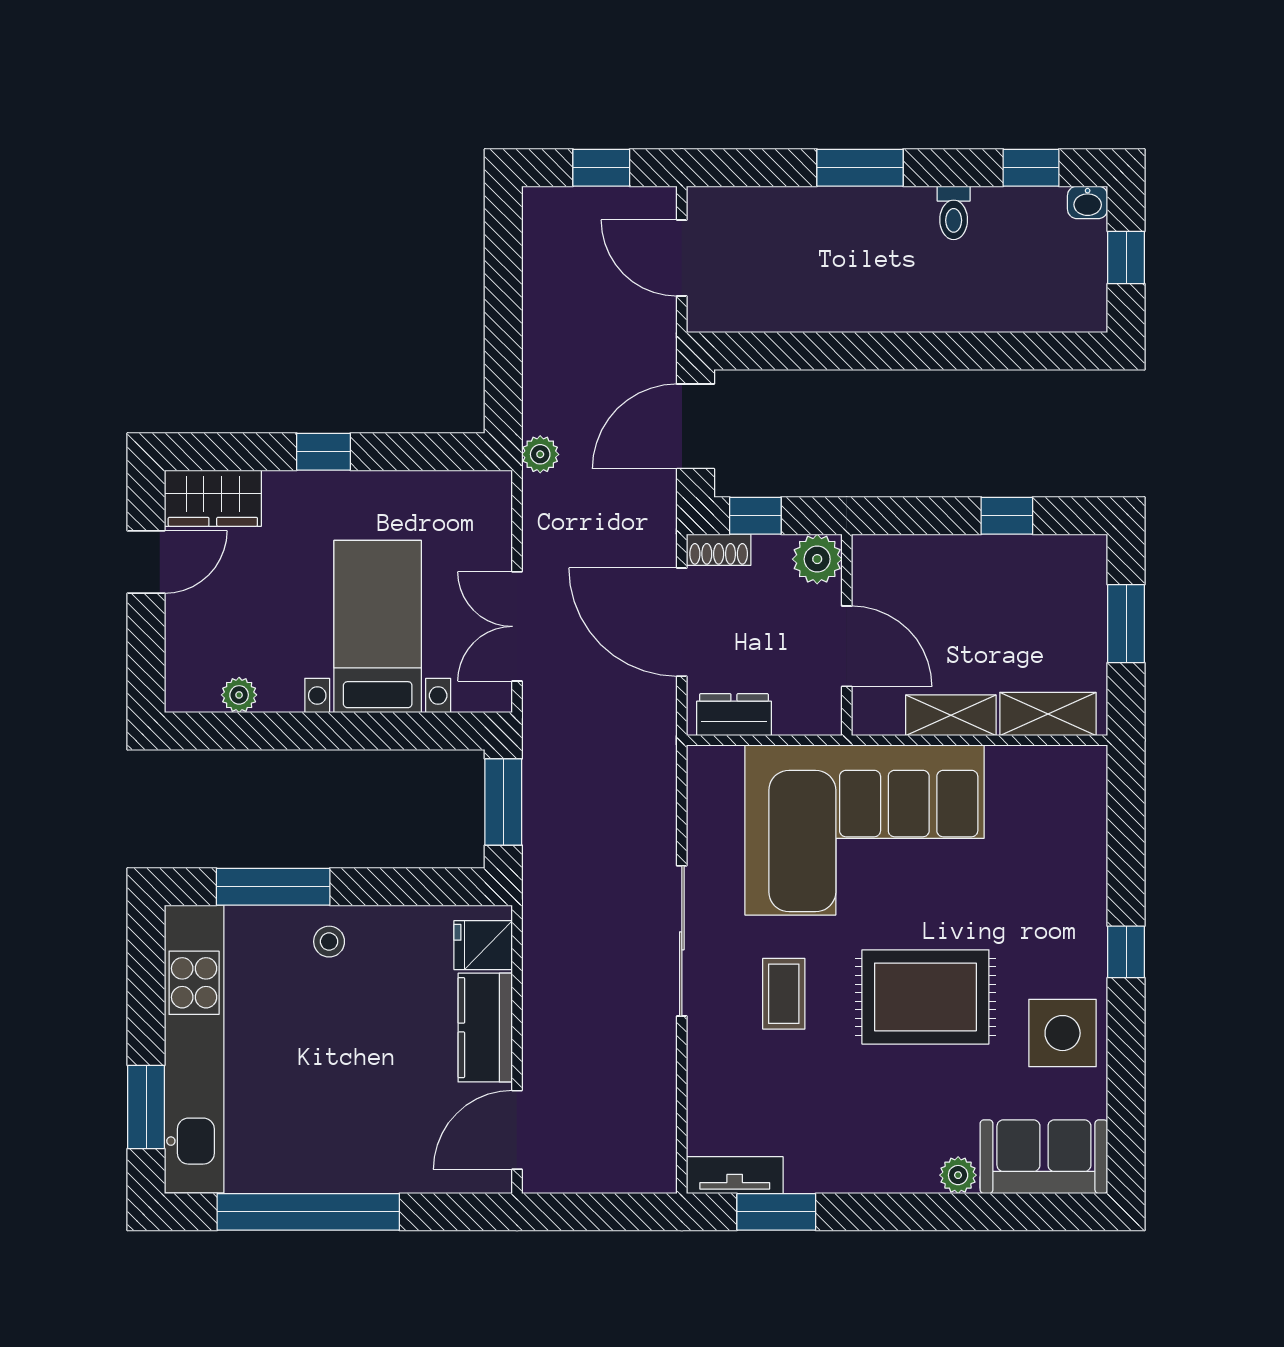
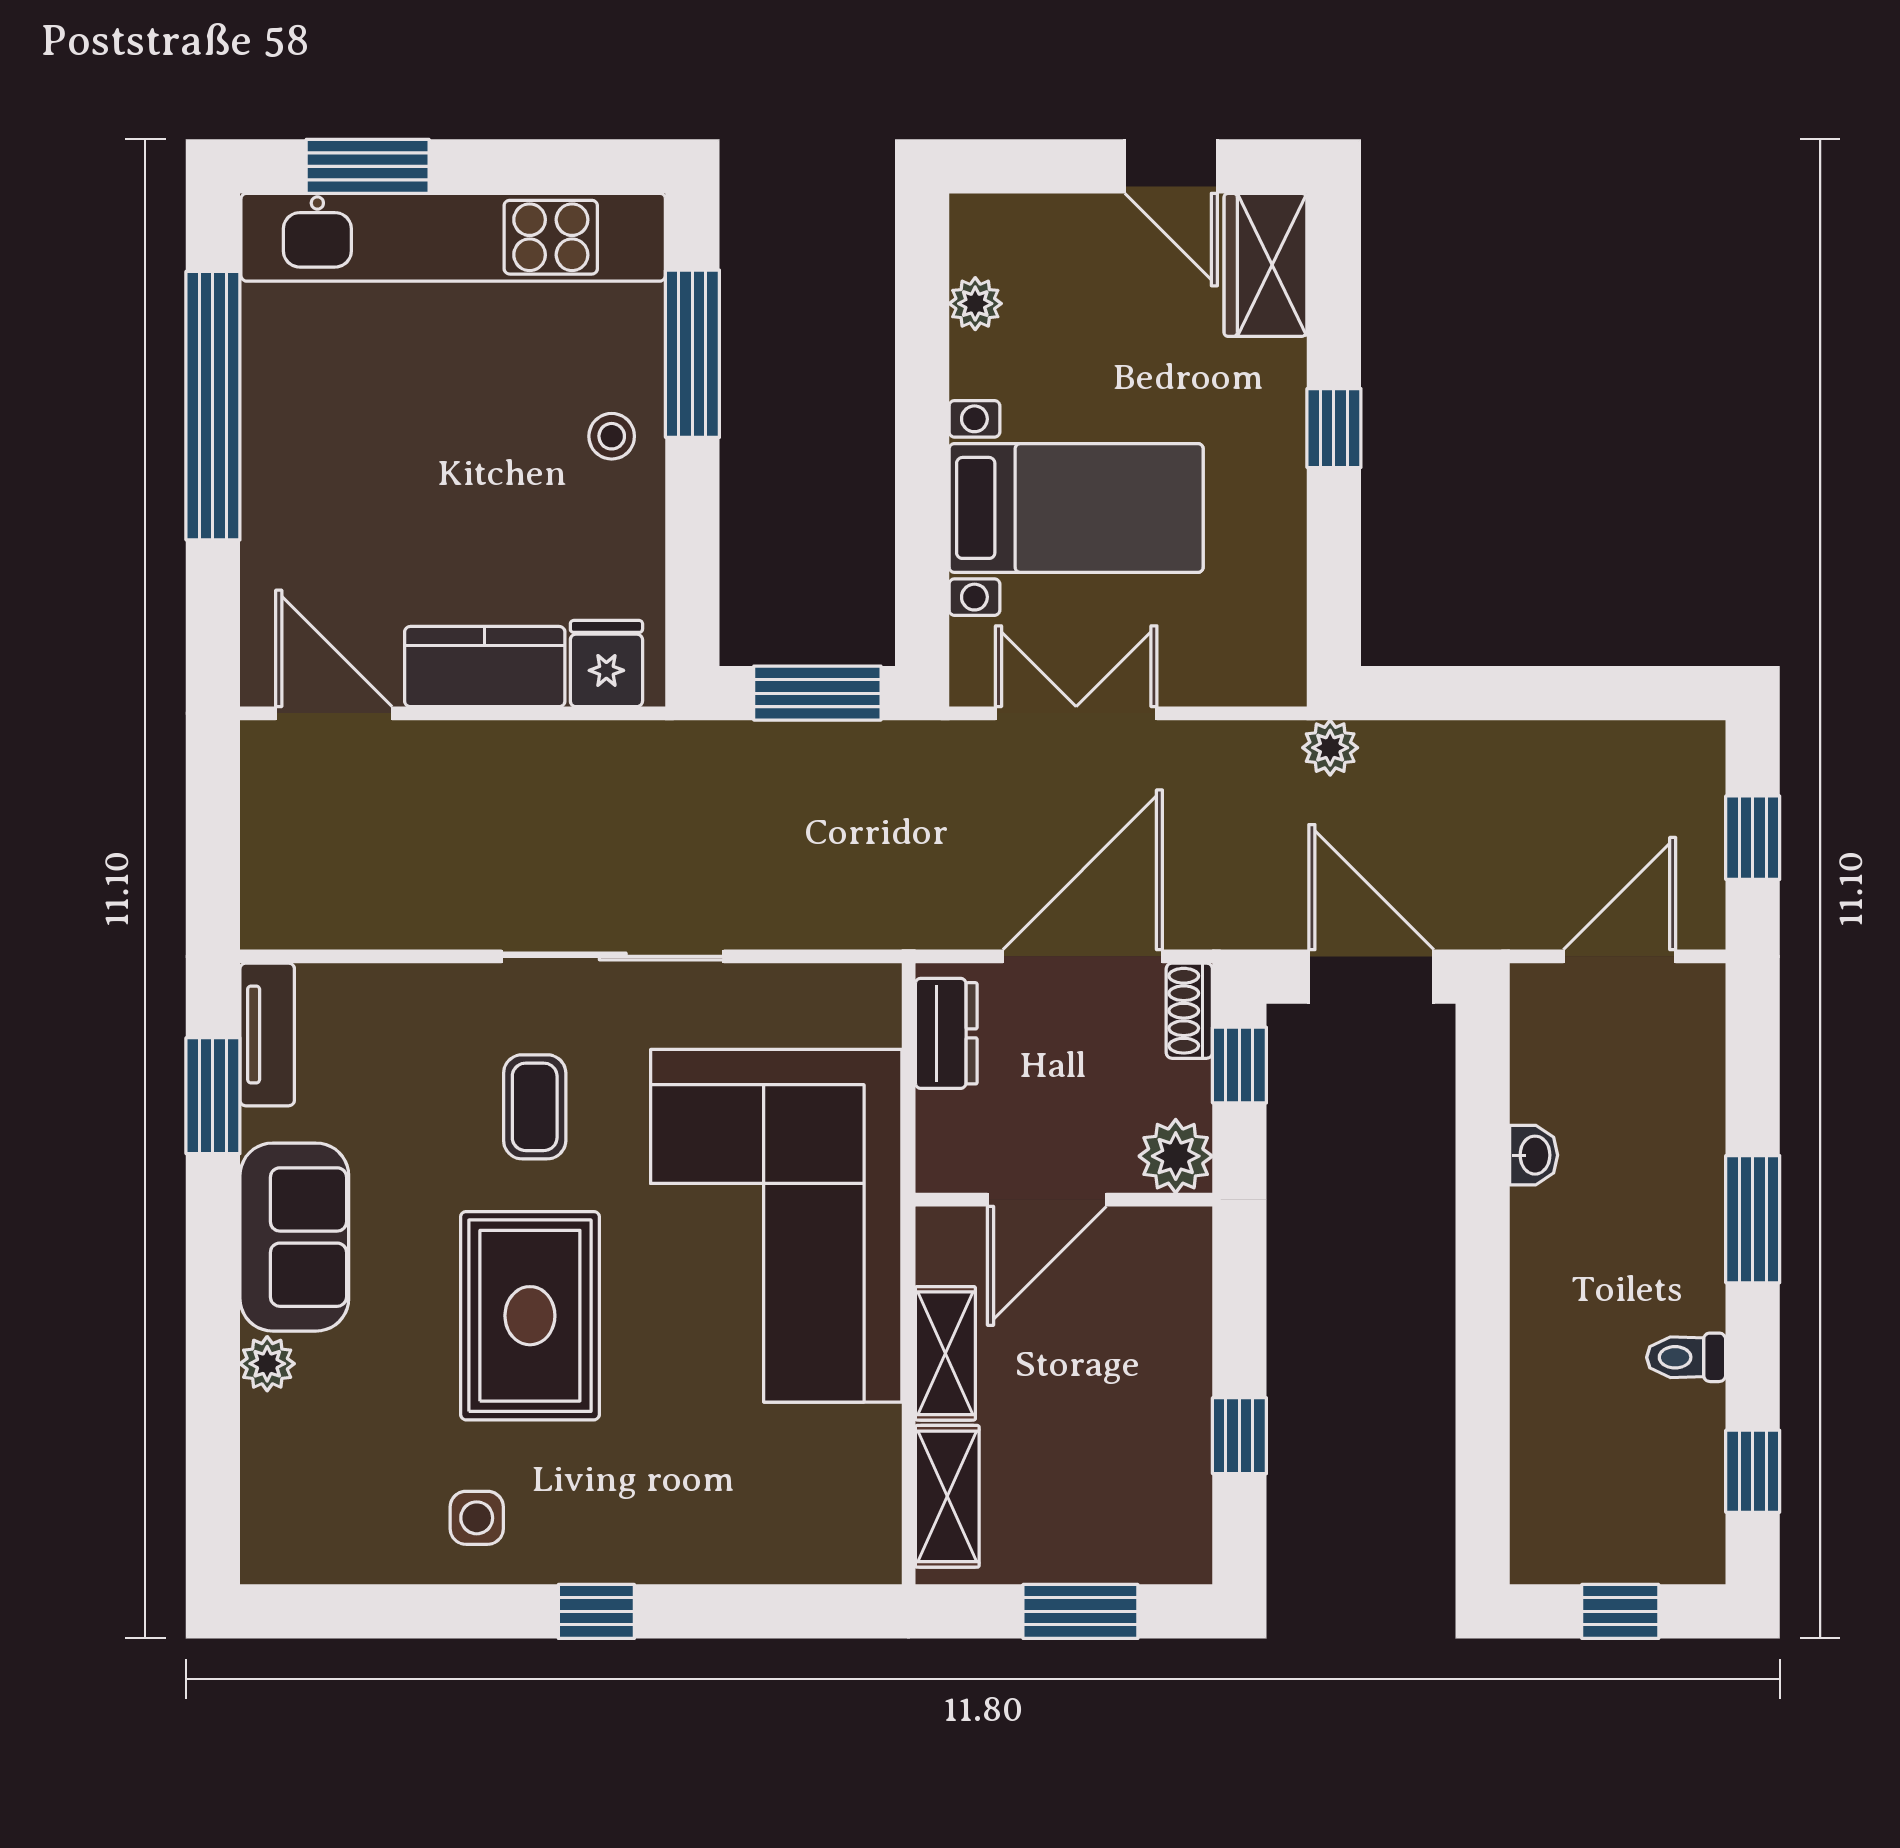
washbasin: (1088, 202) -> (1534, 1155), moved, turned 180
coffee table: (784, 994) -> (535, 1107), turned 90
side table: (1063, 1033) -> (477, 1518), width x0.54, depth x0.54
sofa: (1044, 1157) -> (294, 1237), moved

